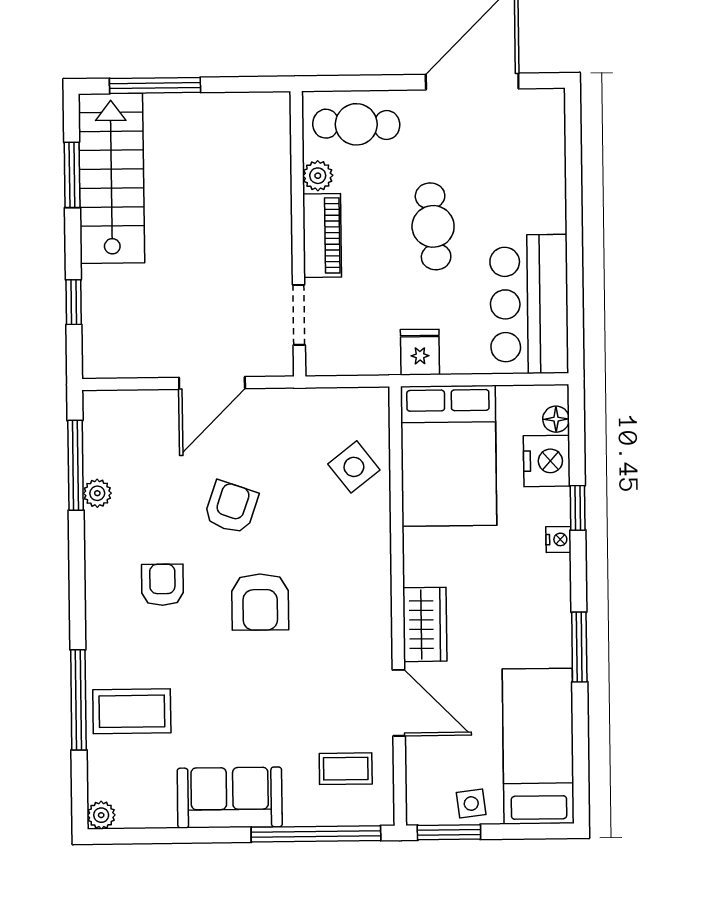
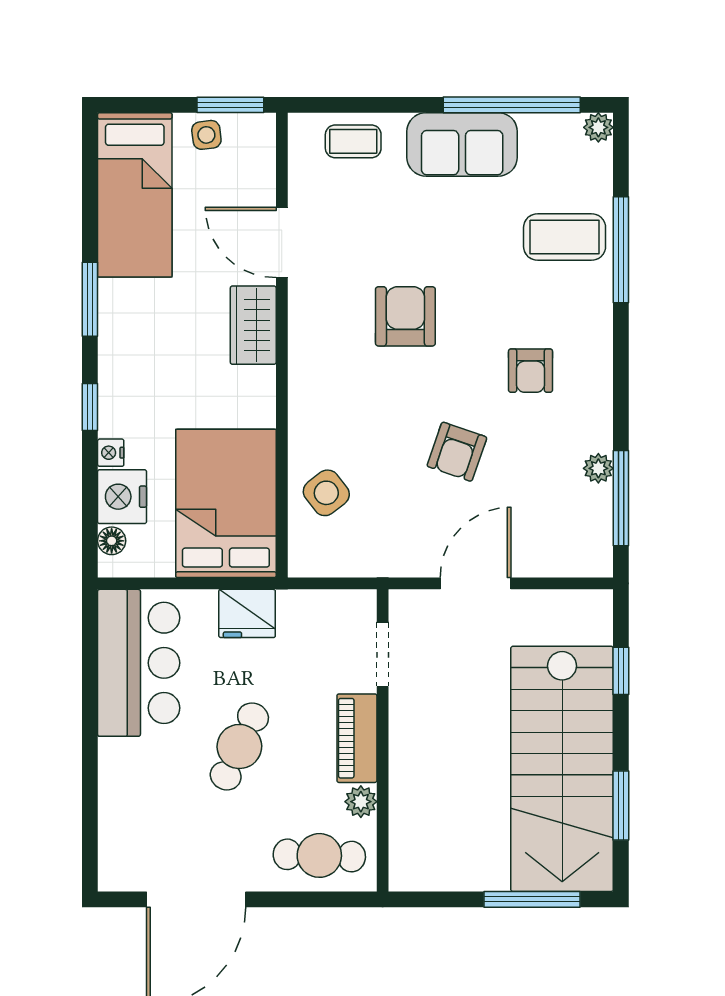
stairs: (111, 178) -> (562, 769), width x1.36, depth x1.51
cafe table: (433, 226) -> (239, 746), turned 30
fridge: (420, 352) -> (247, 613), width x1.38
window: (578, 508) -> (90, 407), moved
nightstand: (558, 539) -> (111, 453), moved
armchair: (260, 602) -> (405, 316), moved
coffee table: (346, 769) -> (353, 141), moved
window: (316, 834) -> (512, 105), moved

